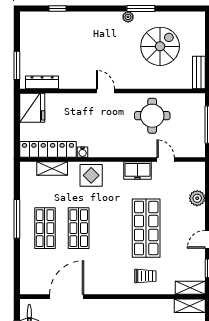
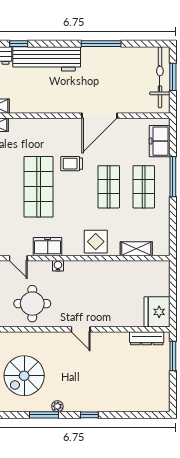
window: (57, 9) -> (89, 415), moved
locker: (48, 149) -> (141, 269), removed
water cooler: (83, 152) -> (58, 266), moved
window: (17, 219) -> (173, 177), moved
freezer: (30, 272) -> (160, 141), added
trolley: (145, 276) -> (72, 164), moved
door: (67, 297) -> (100, 116), moved

